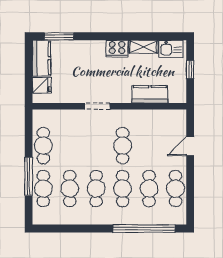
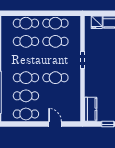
kitchen counter: (150, 94) -> (91, 109), moved
window: (29, 176) -> (34, 13), removed
cafe table: (96, 189) -> (55, 41), moved

